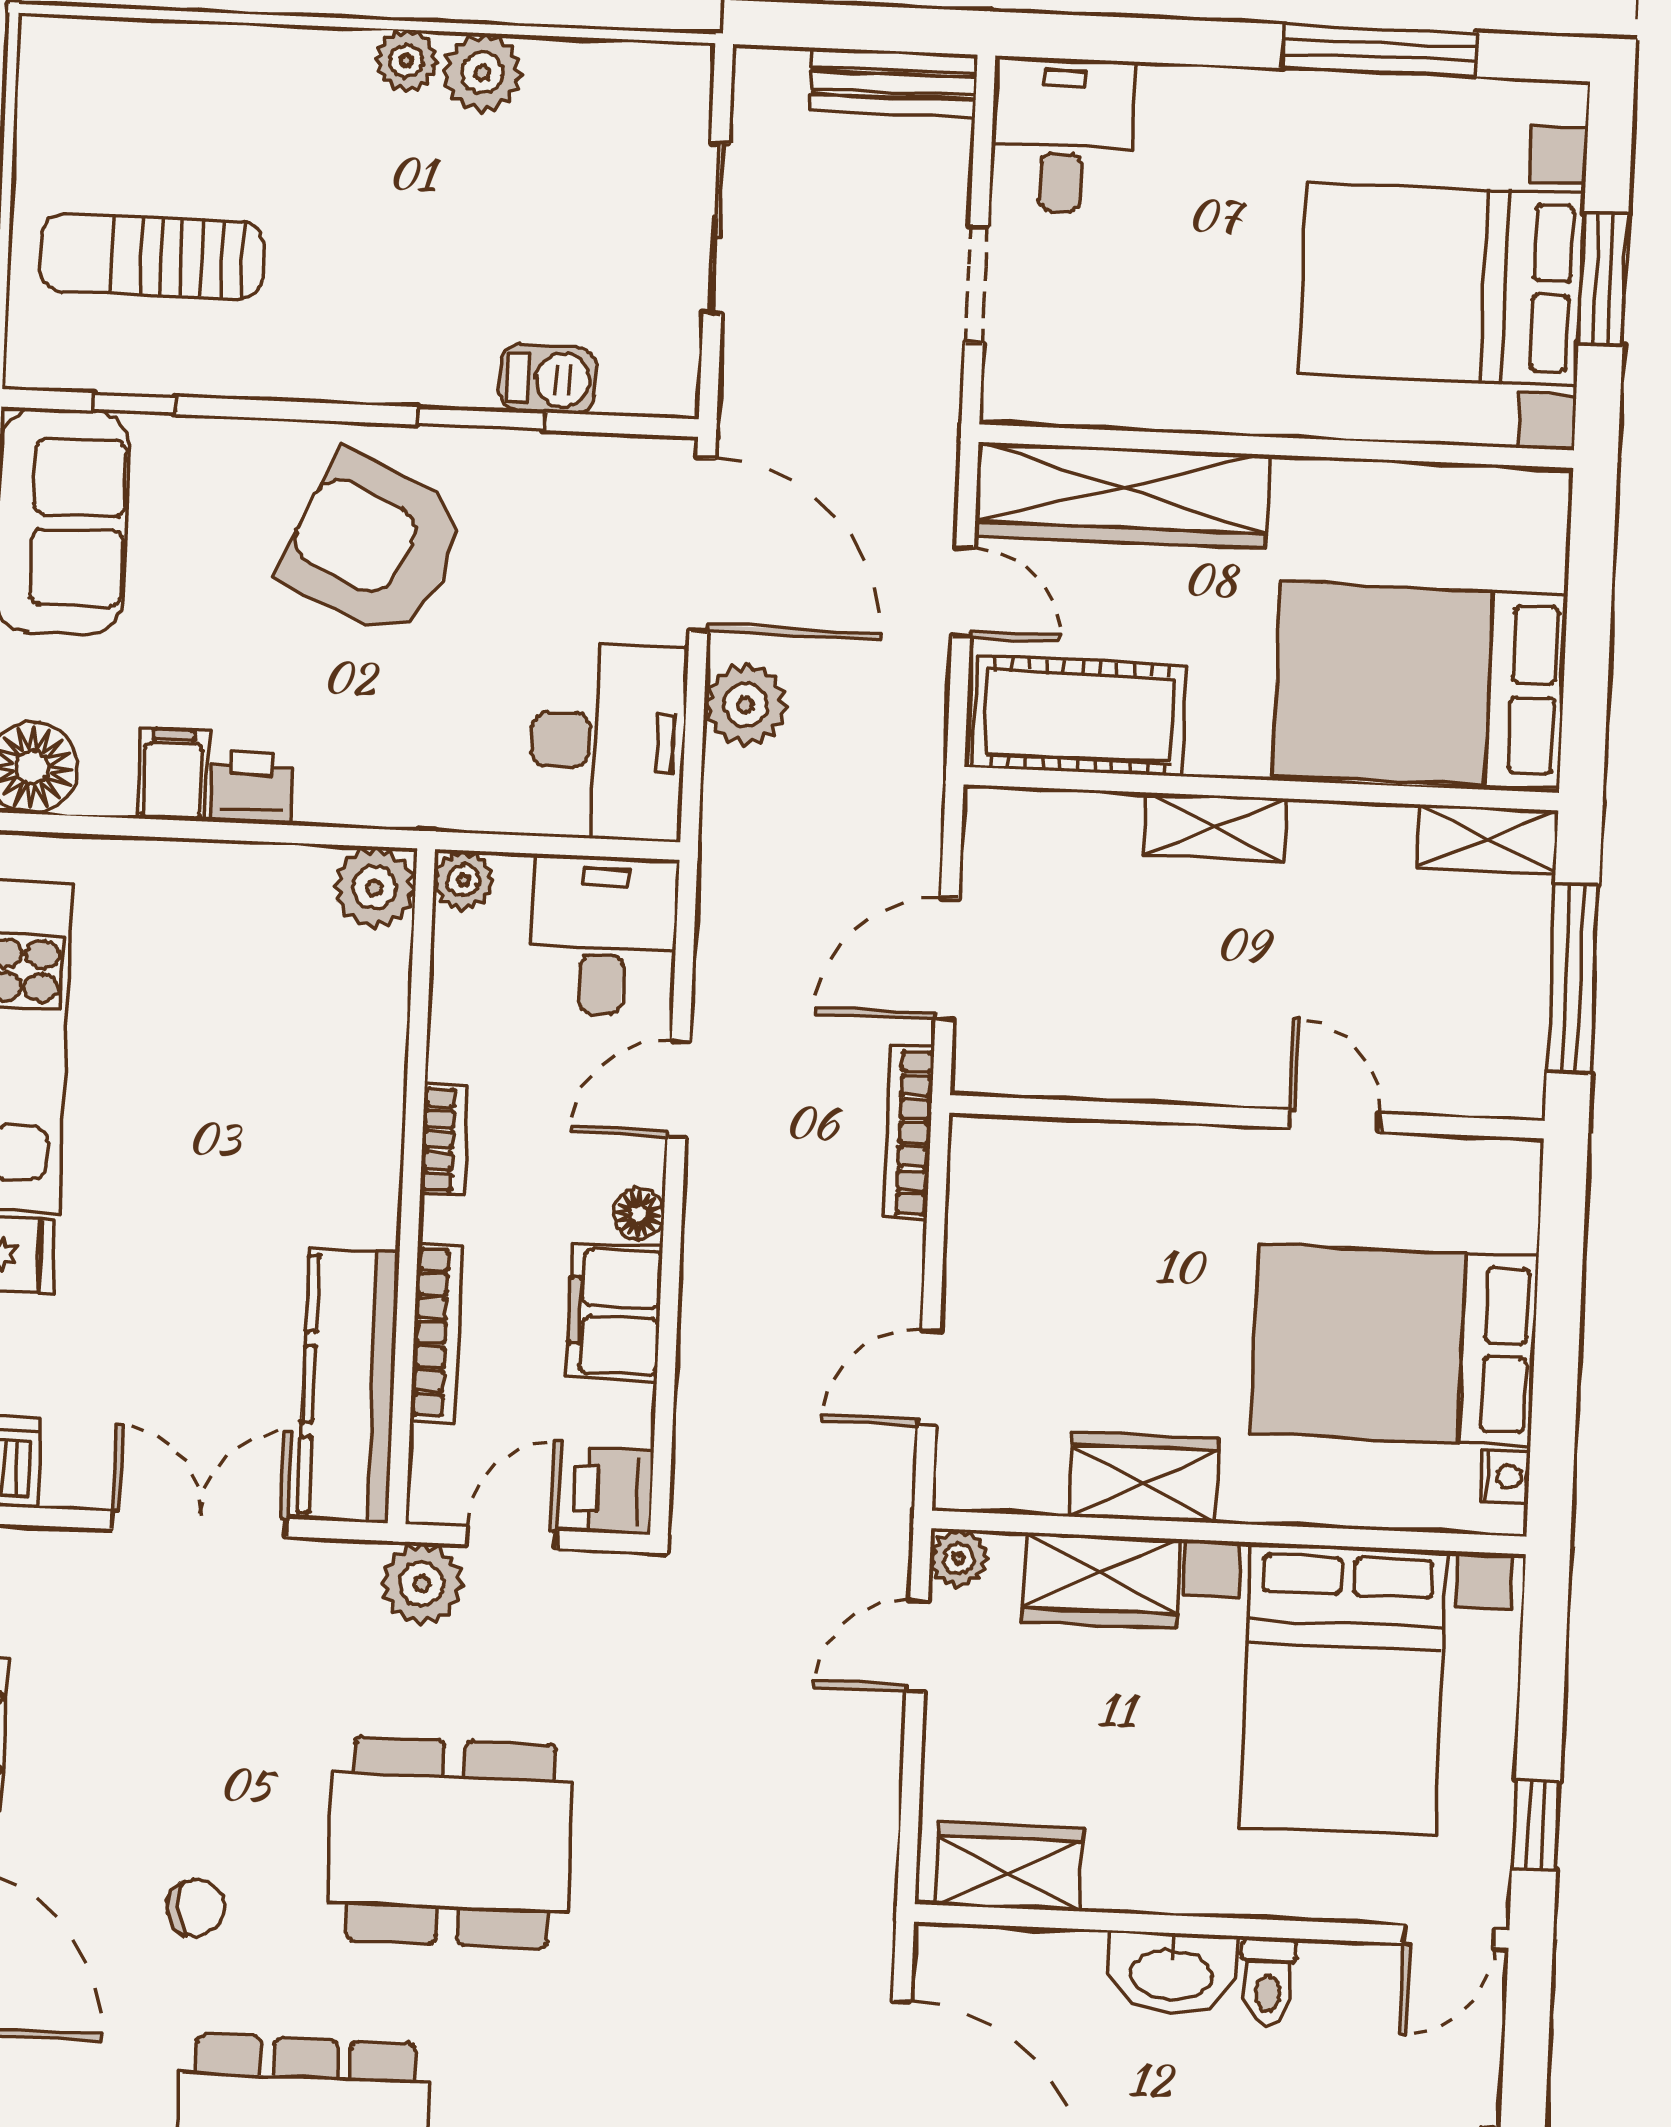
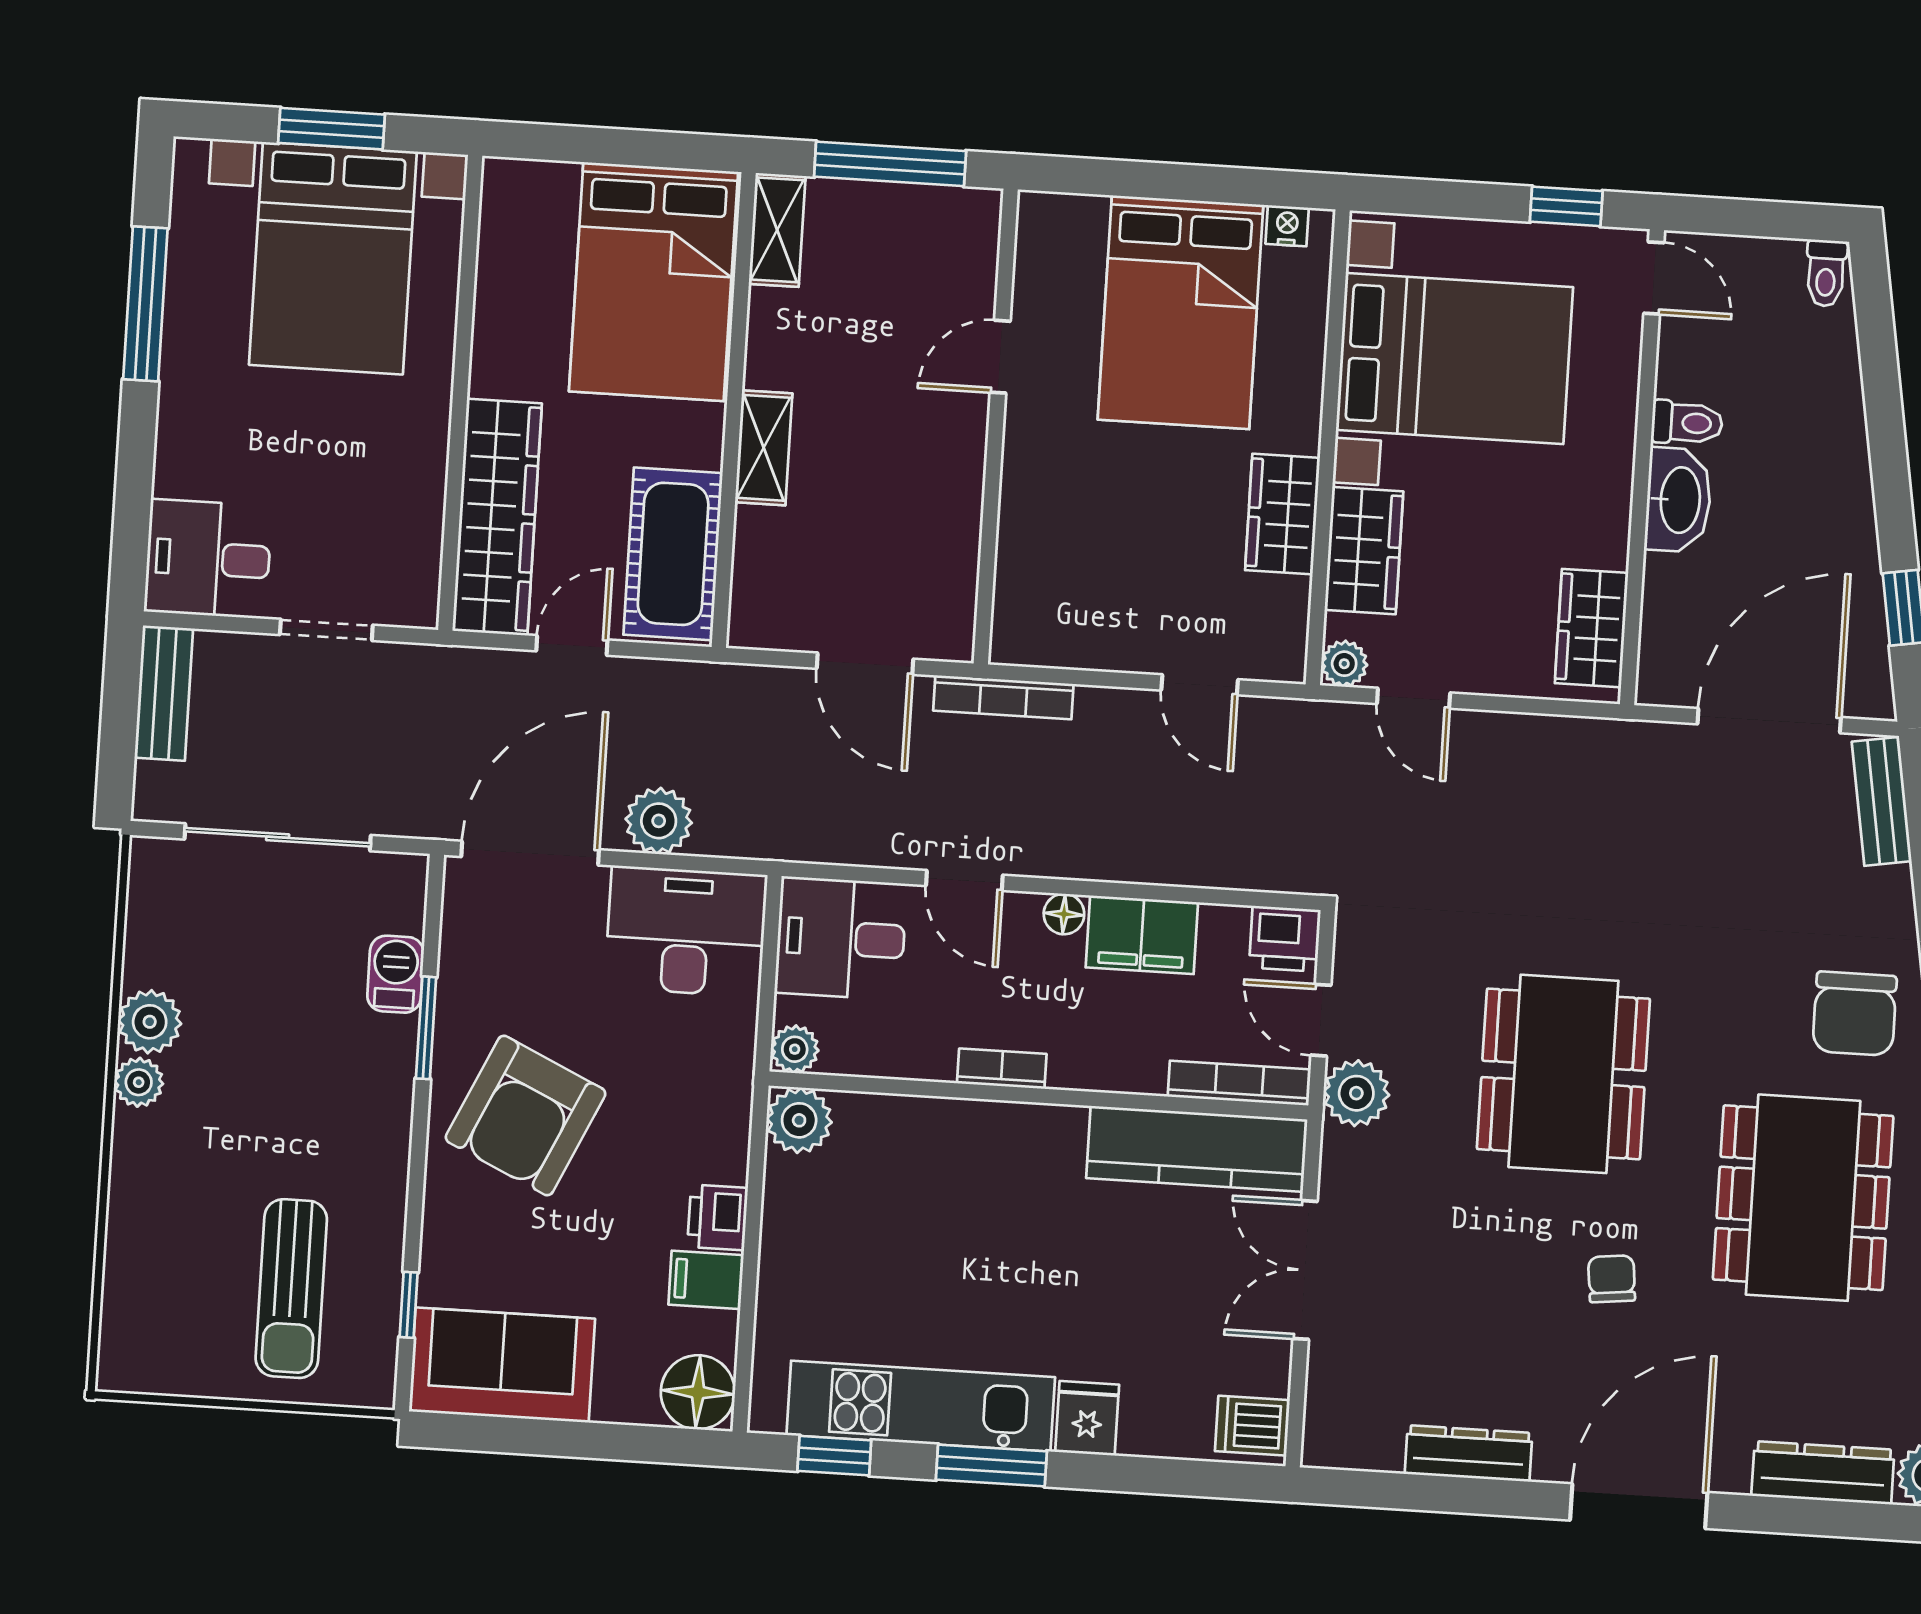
sliding door: (716, 229) -> (278, 837), width x1.37
bookcase: (436, 1332) -> (1239, 1083), moved

